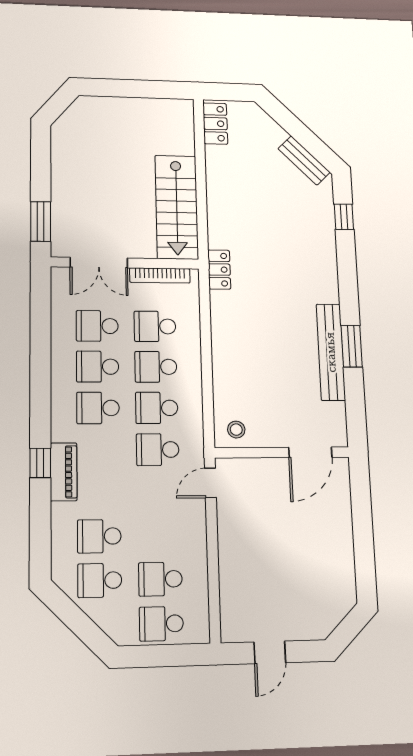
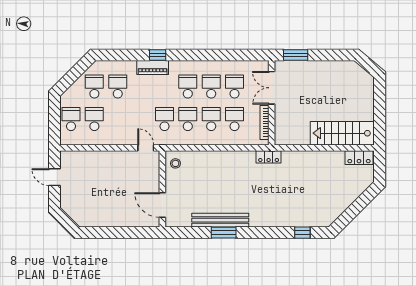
bench: (304, 160) -> (337, 210), removed
stairs: (177, 207) -> (342, 133), moved

